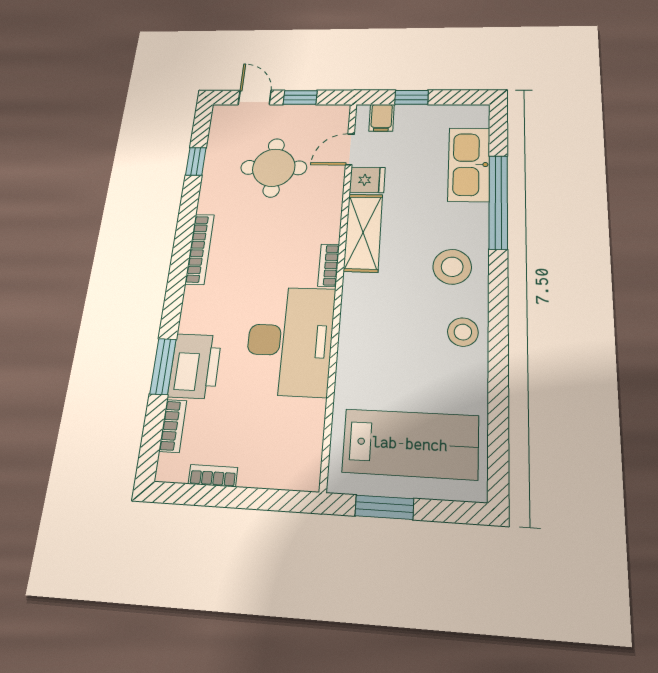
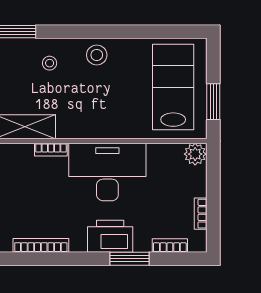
stool: (452, 267) -> (50, 63), width x0.53, depth x0.53
printer: (195, 366) -> (110, 236), moved
plant: (304, 473) -> (195, 154), added

